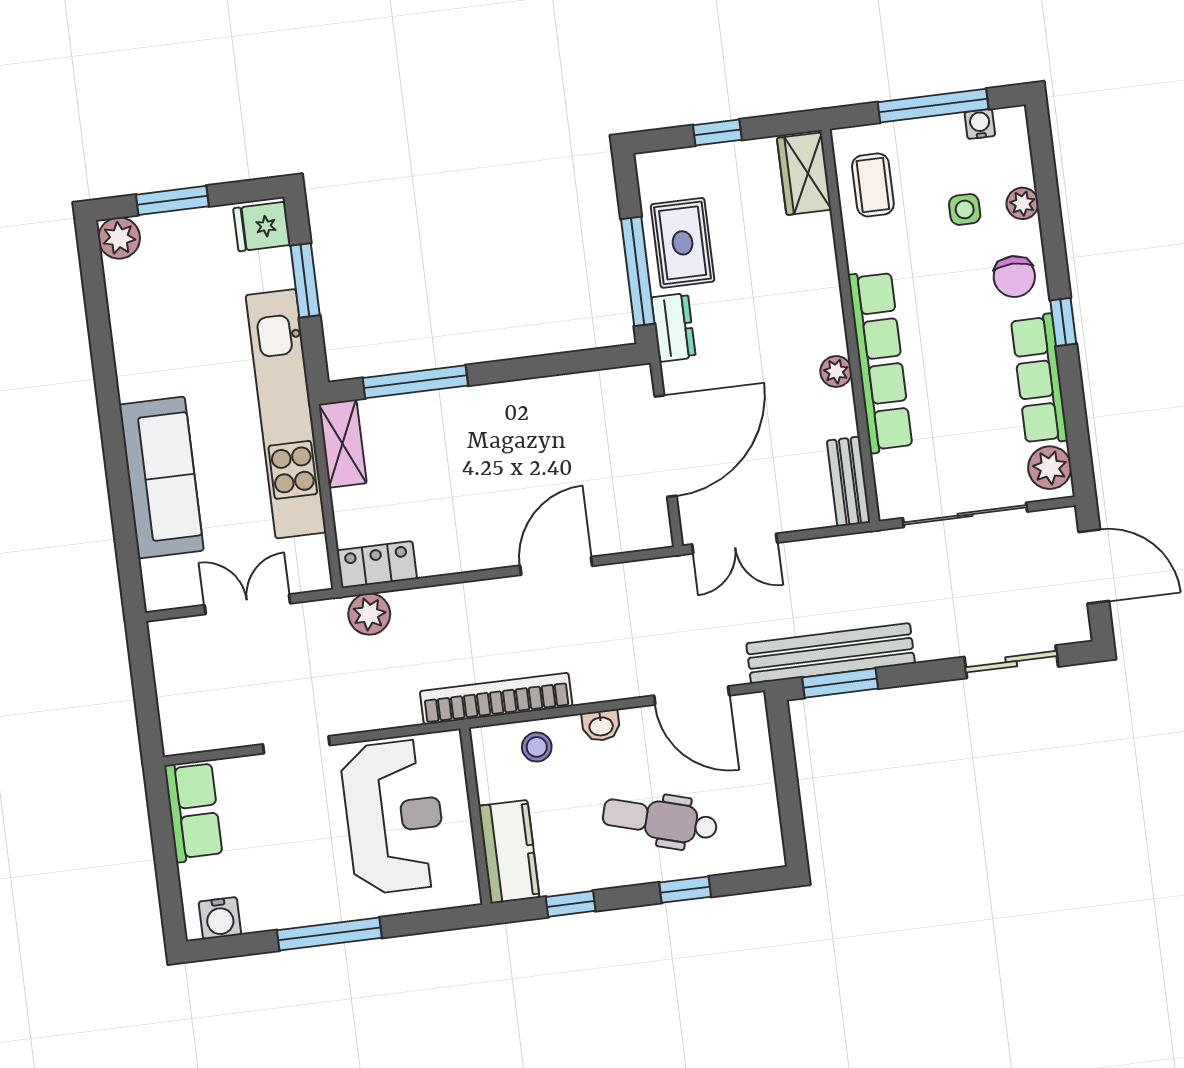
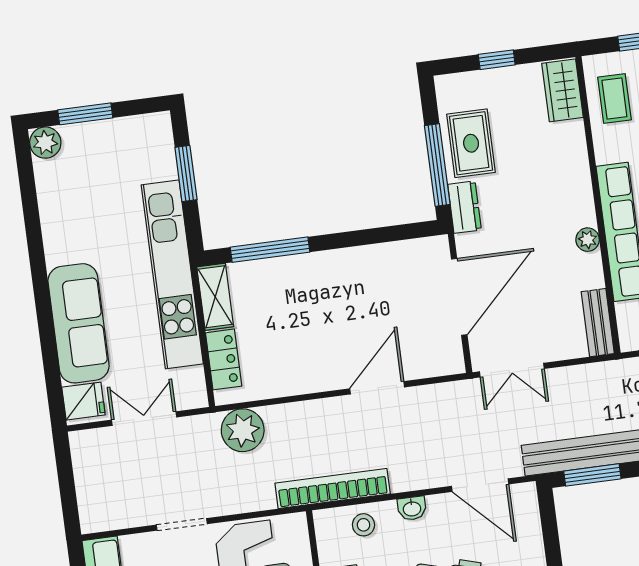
fridge: (262, 227) -> (83, 401), moved, turned 180
locker: (377, 565) -> (224, 359), moved, turned 90
plant: (369, 614) -> (243, 430), width x1.36, depth x1.36

